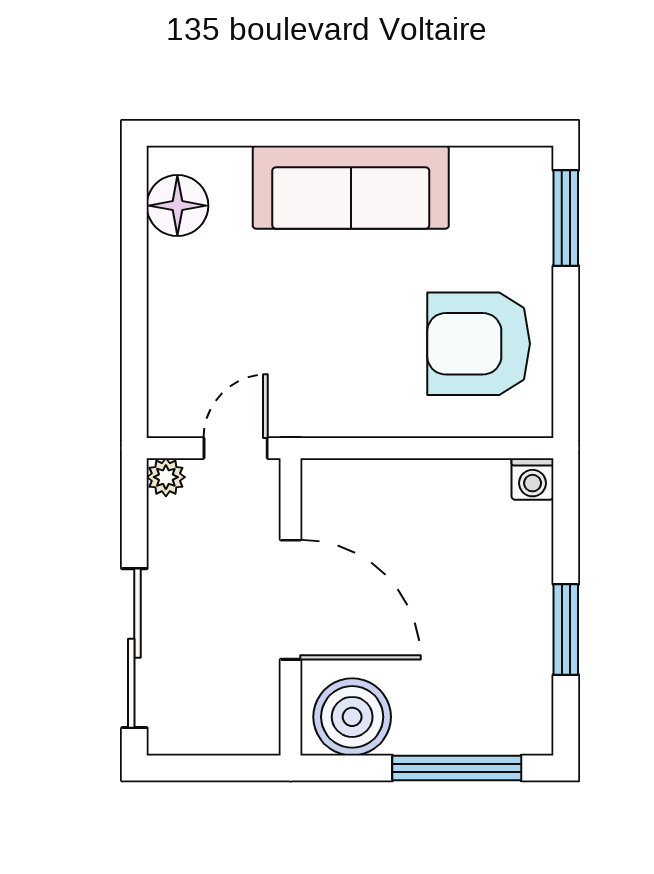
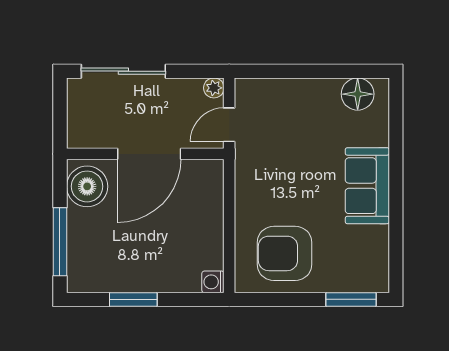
sofa: (351, 187) -> (367, 186), width x0.73
armchair: (479, 344) -> (284, 253), turned -90
door: (236, 448) -> (229, 125), swing flipped

